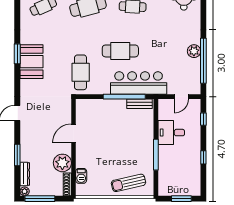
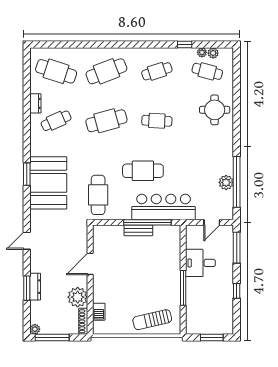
plant: (194, 51) -> (226, 182), moved
booth: (31, 62) -> (48, 183), width x1.36, depth x1.42
bench: (140, 104) -> (138, 230), moved
window: (203, 119) -> (237, 248), width x2.17
dresser: (25, 174) -> (35, 287), moved

